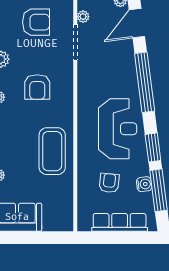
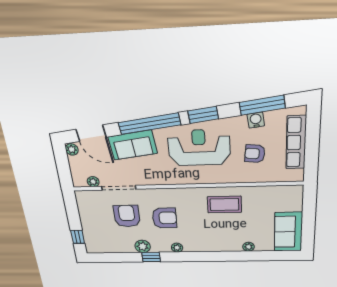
armchair: (36, 22) -> (127, 216), moved
sofa: (123, 63) -> (133, 145), added
window: (153, 147) -> (203, 115), moved
coffee table: (52, 151) -> (224, 205), width x0.73, depth x0.76

